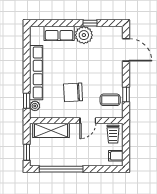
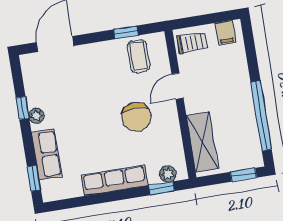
window: (46, 23) -> (34, 178), added
plant: (84, 35) -> (36, 116), width x0.53, depth x0.53
row of seats: (36, 73) -> (115, 180), width x0.73
door: (88, 121) -> (177, 86), swing flipped

